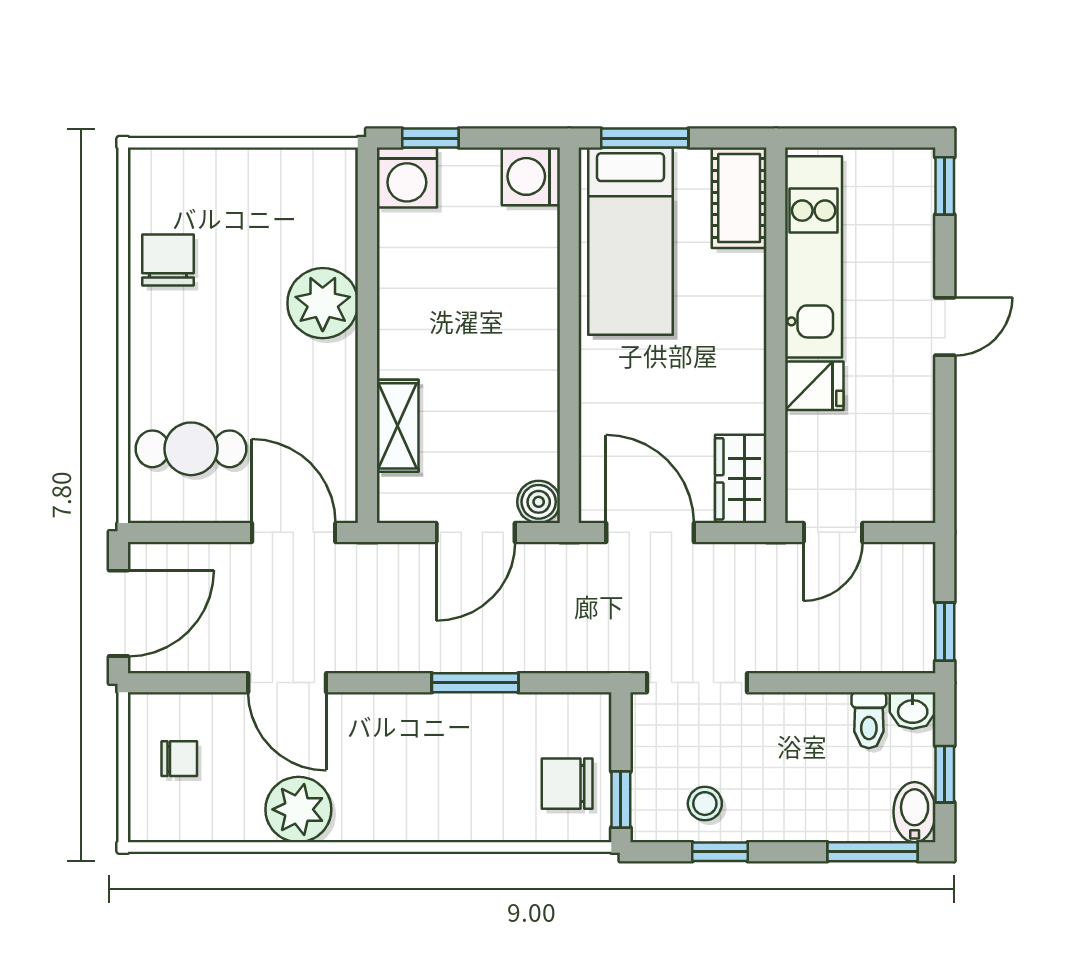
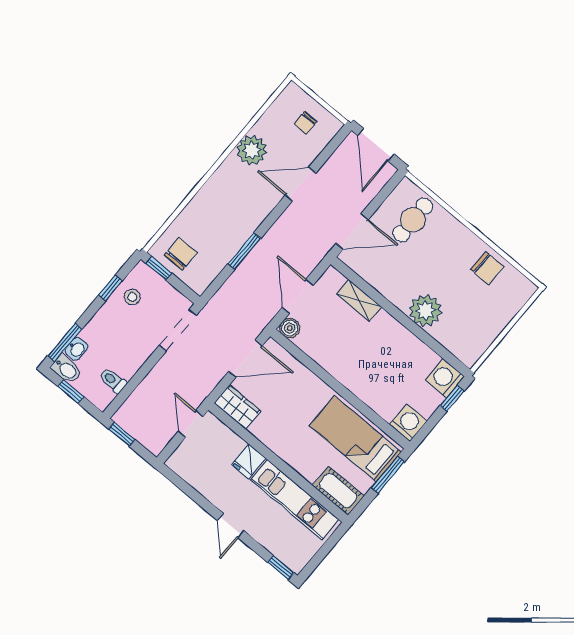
washbasin: (913, 710) -> (76, 349), moved, turned 180

